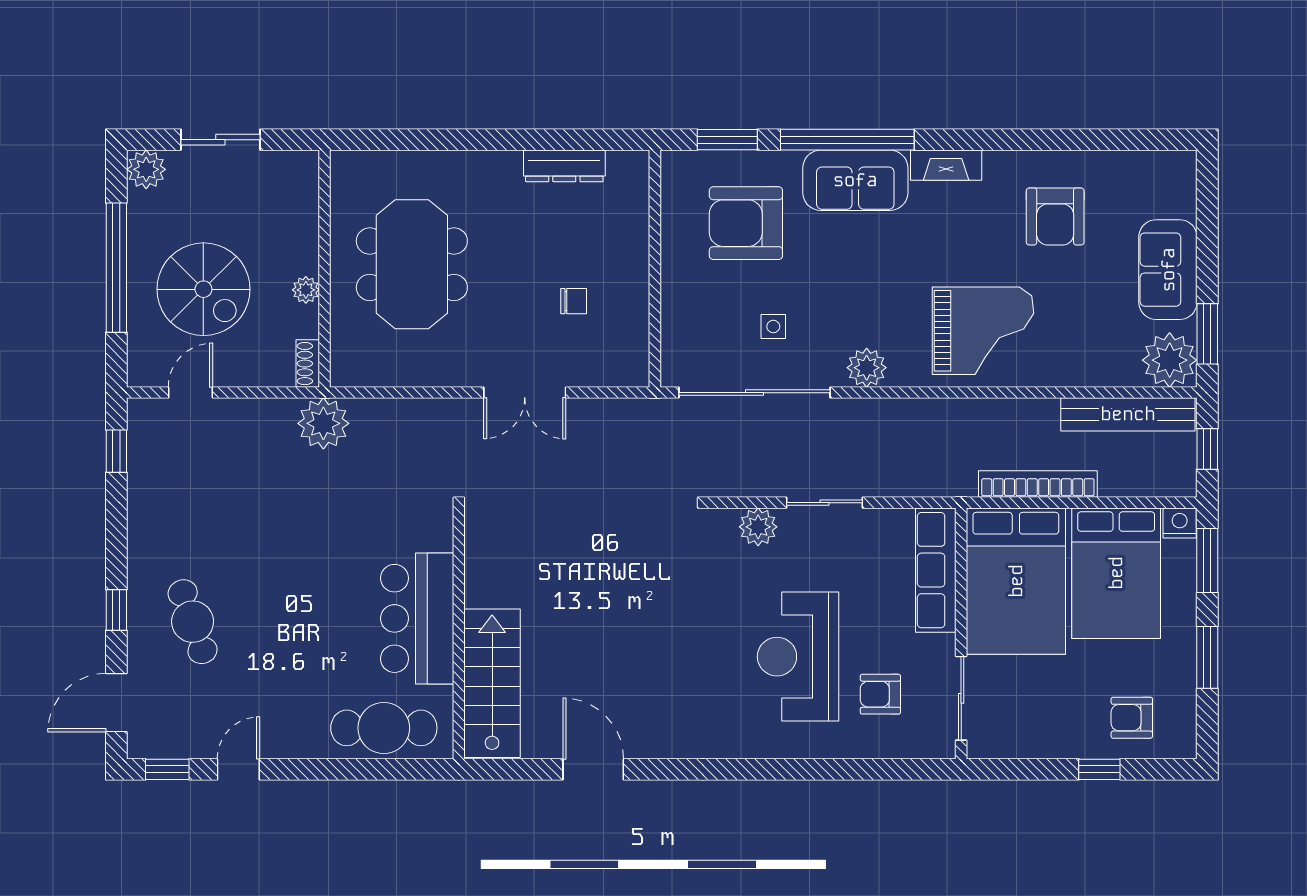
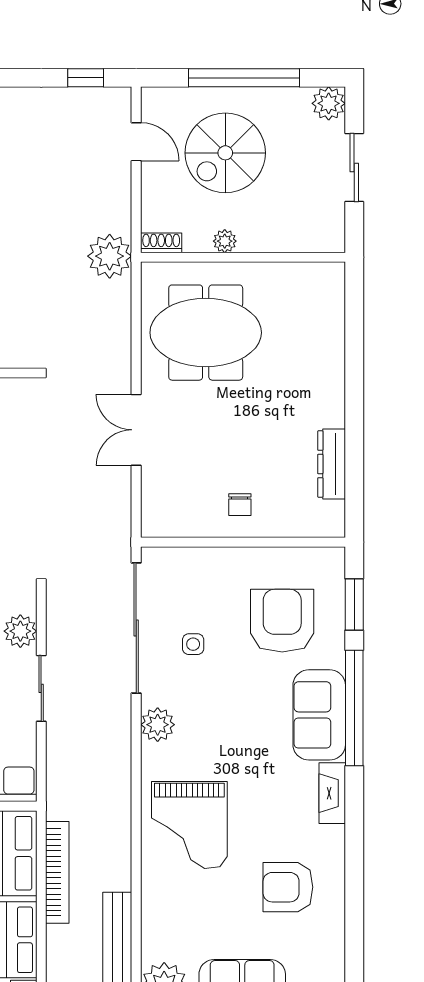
meeting table: (412, 264) -> (206, 333), moved
chair: (574, 301) -> (240, 505), moved

